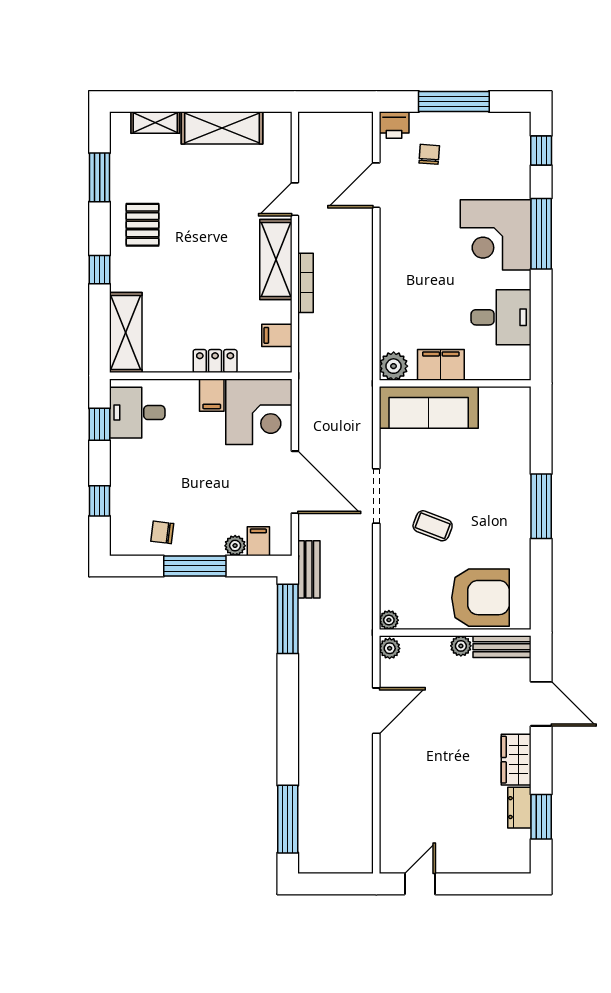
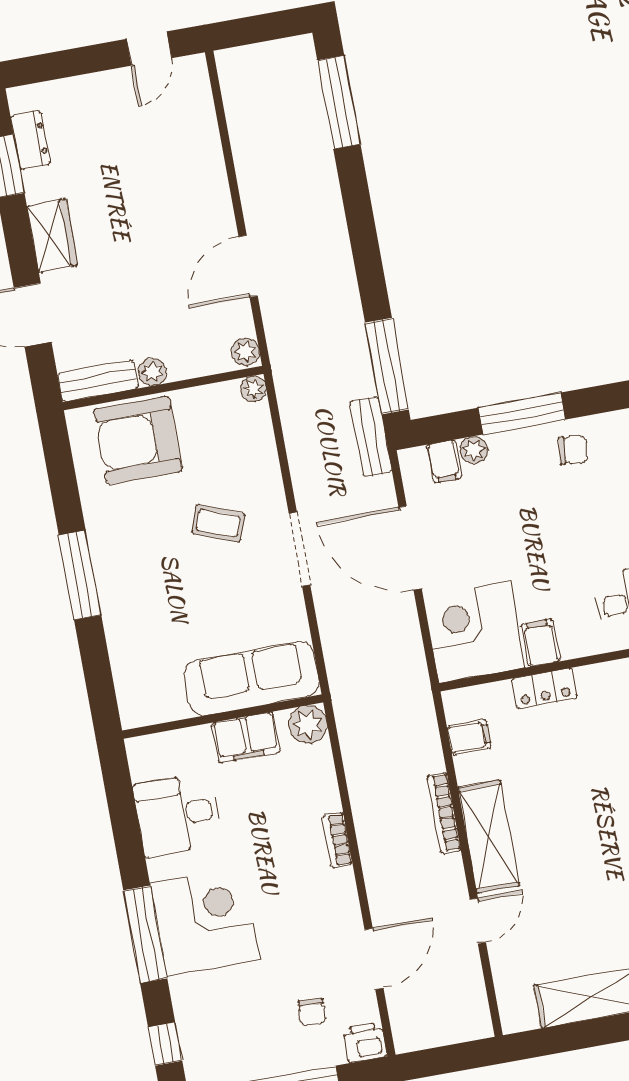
bookcase: (387, 277) -> (337, 840), added
dresser: (519, 808) -> (30, 140), moved

